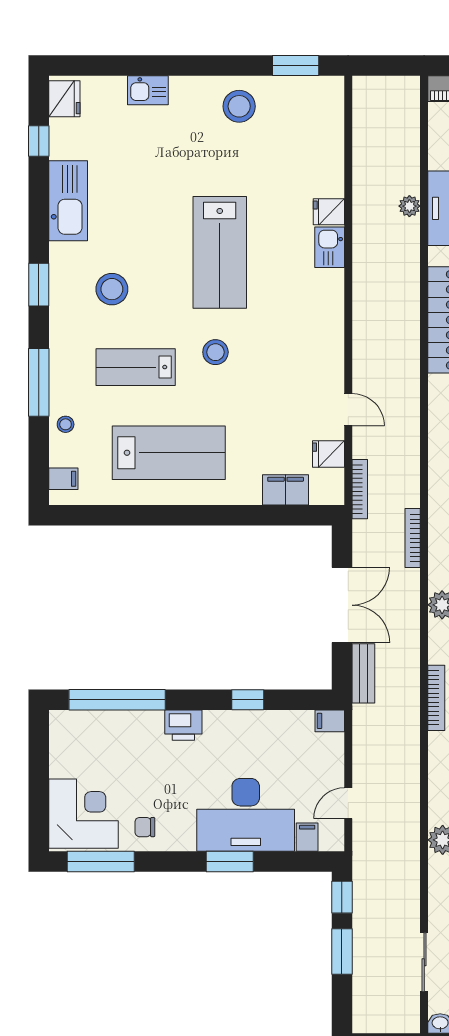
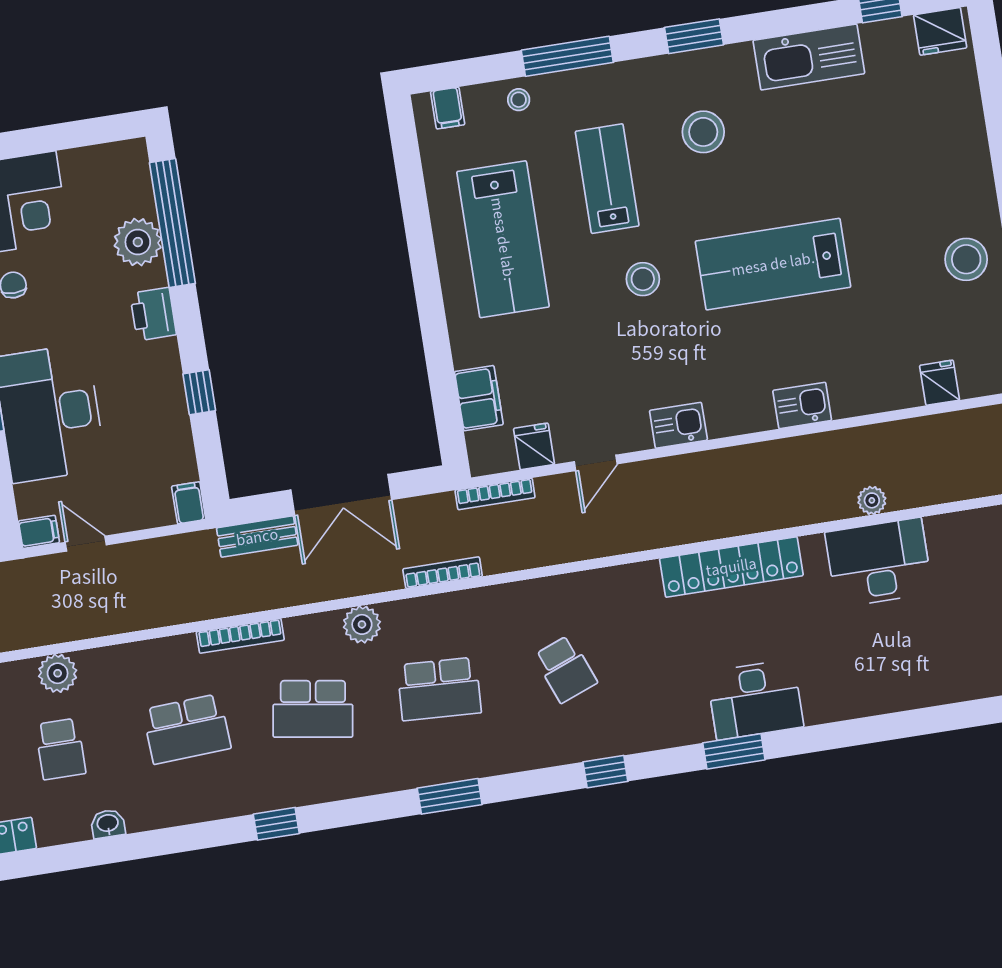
kitchen sink: (148, 90) -> (678, 425), moved, turned 90
fridge: (329, 212) -> (940, 383), moved
plant: (127, 728) -> (138, 242), added
filing cabinet: (307, 837) -> (39, 532), moved

